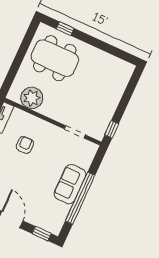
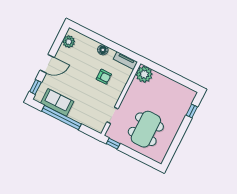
dining table: (55, 58) -> (146, 129), moved
plant: (32, 98) -> (144, 74), moved
sofa: (70, 184) -> (57, 102), moved

